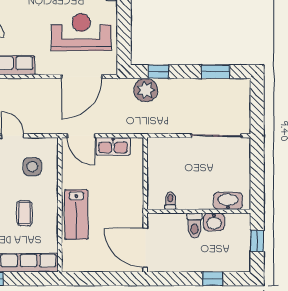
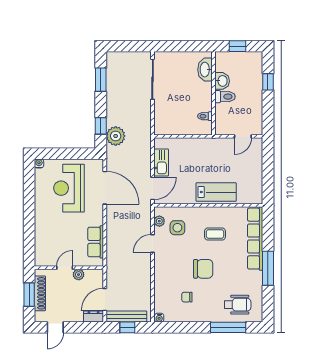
plant: (40, 144) -> (159, 221), added
door: (145, 248) -> (243, 136), width x0.53

